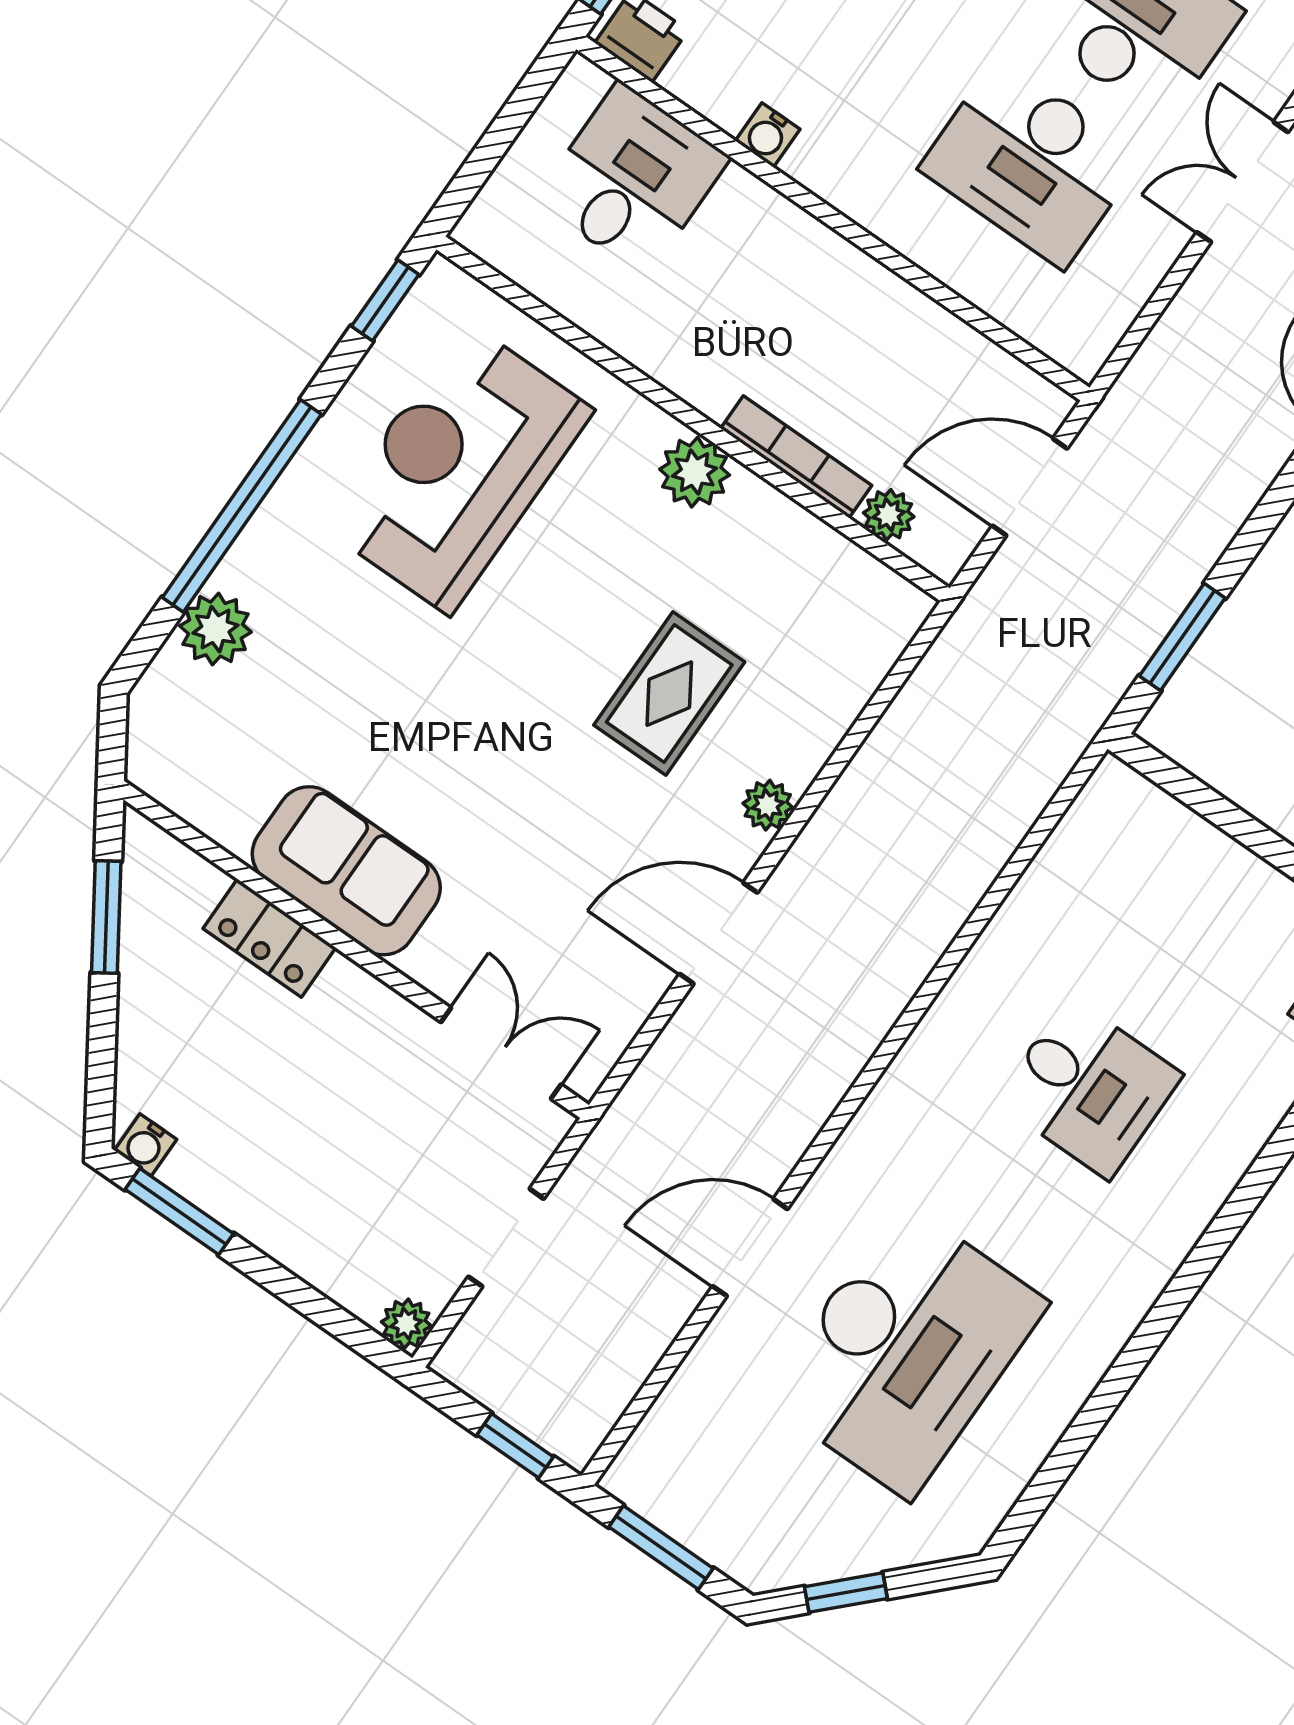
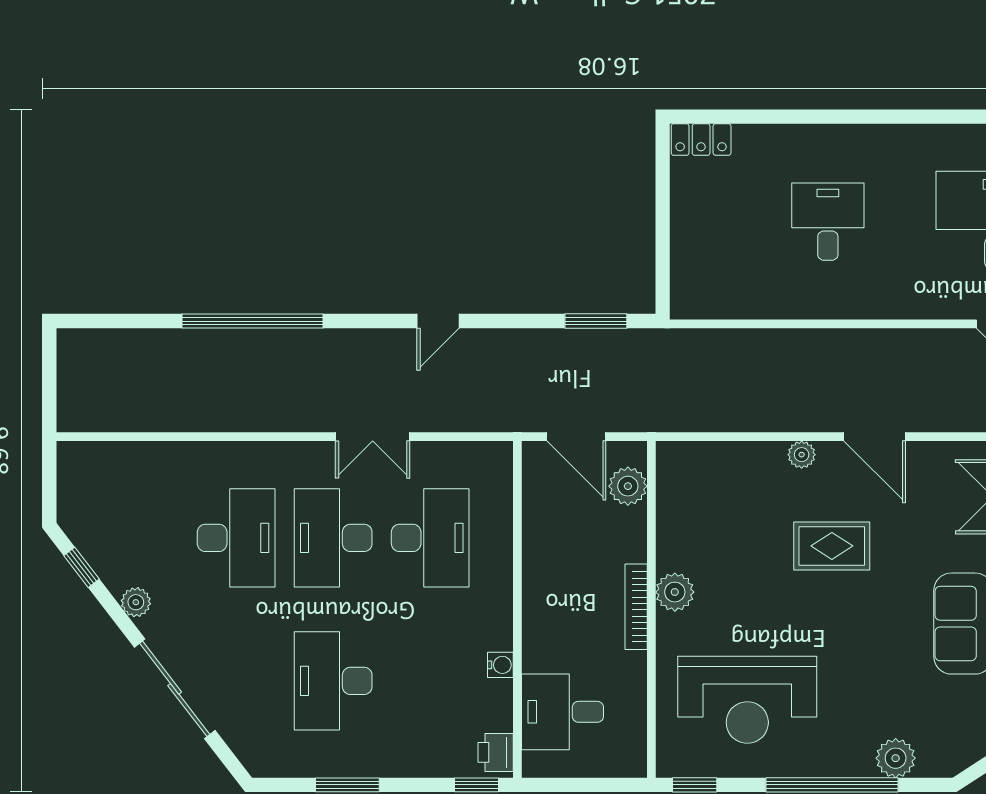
bookcase: (796, 457) -> (636, 607), moved
plant: (889, 515) -> (628, 486), width x1.38, depth x1.38
rug: (669, 694) -> (832, 546), moved

